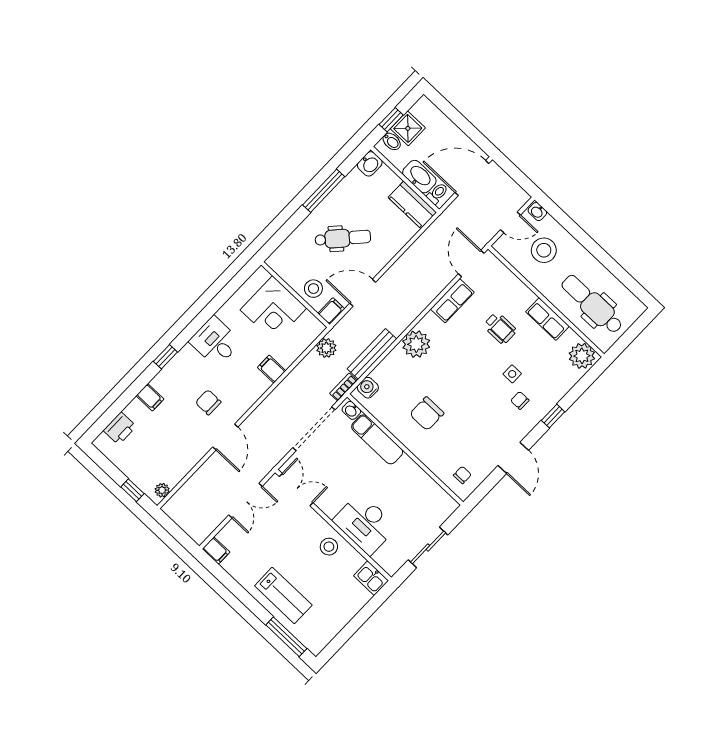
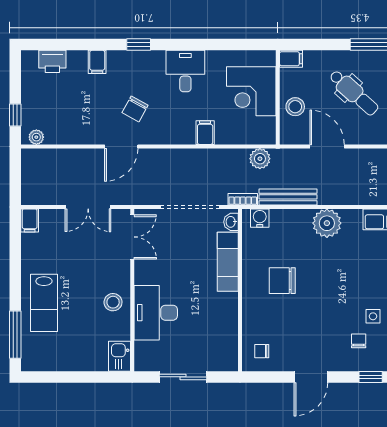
filing cabinet: (331, 311) -> (291, 59), moved
chair: (208, 402) -> (135, 109), turned -151
chair: (462, 475) -> (262, 351), turned 180

